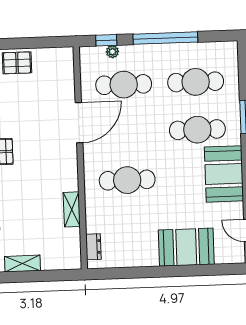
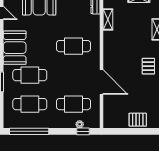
window: (165, 38) -> (29, 131), moved
door: (79, 123) -> (101, 82), swing flipped
shelving: (72, 209) -> (108, 19), moved

